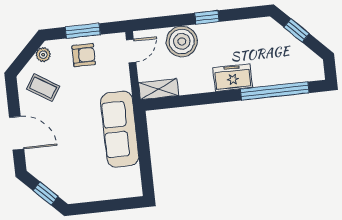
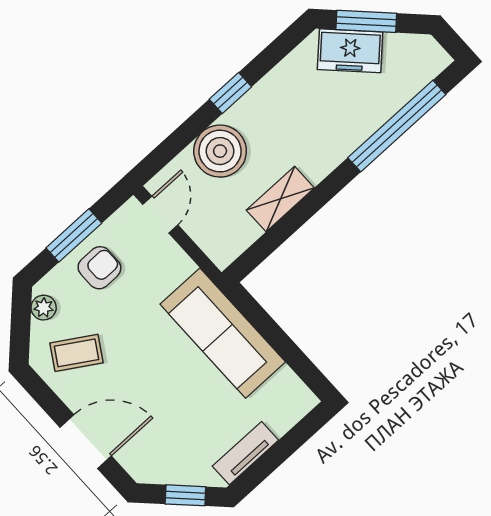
window: (297, 30) -> (366, 21), width x1.50
freezer: (233, 78) -> (350, 51), moved, turned -135
shelving: (159, 89) -> (280, 199), moved
tv unit: (89, 194) -> (245, 453), added

